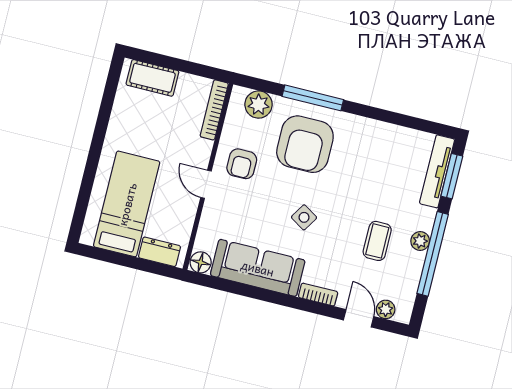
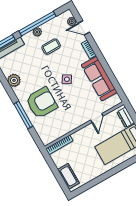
plant: (259, 105) -> (14, 80), moved
armchair: (242, 164) -> (69, 118), removed
door: (206, 184) -> (97, 118), moved
floor lamp: (201, 262) -> (116, 100), removed
door: (359, 318) -> (84, 28), hinge flipped

